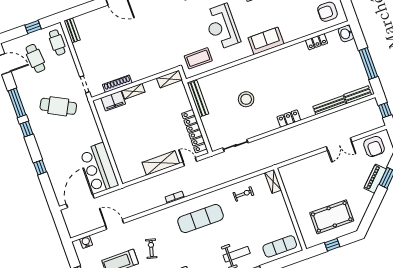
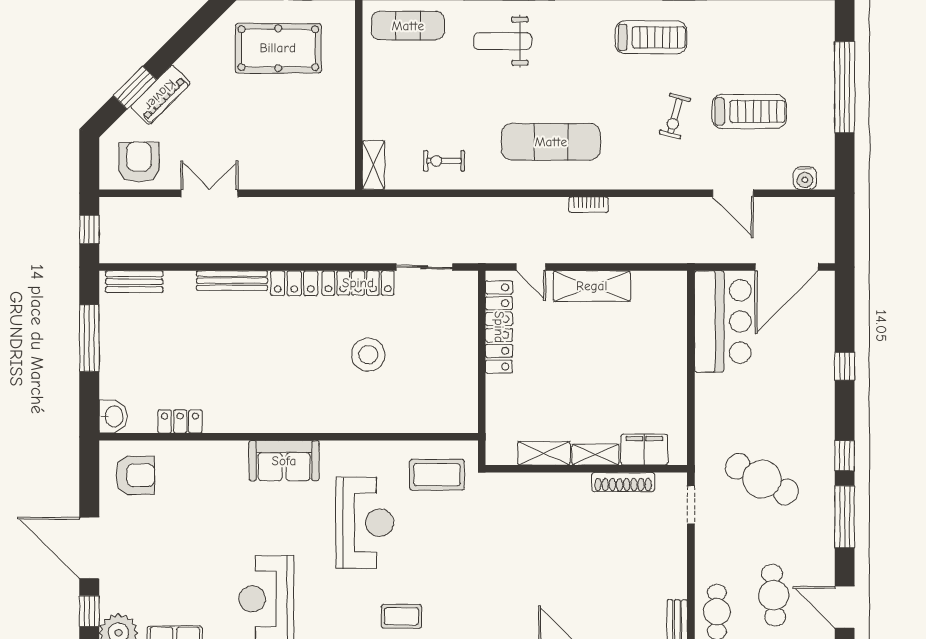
shelving: (170, 79) -> (544, 453), moved
bench: (198, 99) -> (467, 391), removed
bench: (329, 105) -> (232, 281), moved
locker: (261, 128) -> (358, 283), added

